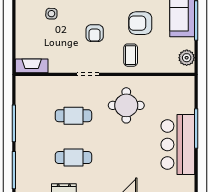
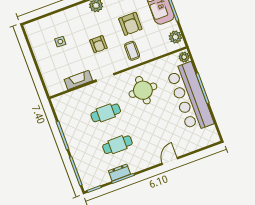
armchair: (140, 23) -> (130, 24), turned -90
fireplace: (32, 66) -> (78, 80), moved
plant: (188, 85) -> (184, 57), added
bar counter: (178, 145) -> (190, 97), width x1.36

